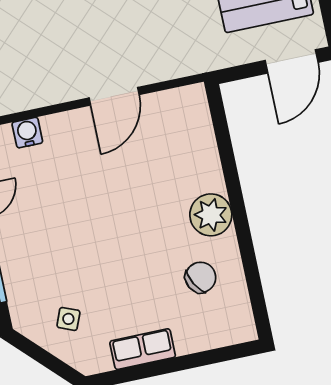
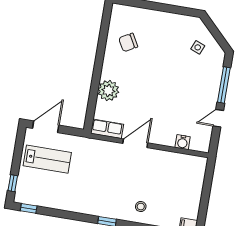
plant: (211, 215) -> (108, 91), moved
row of seats: (143, 349) -> (107, 129), moved, turned 180

